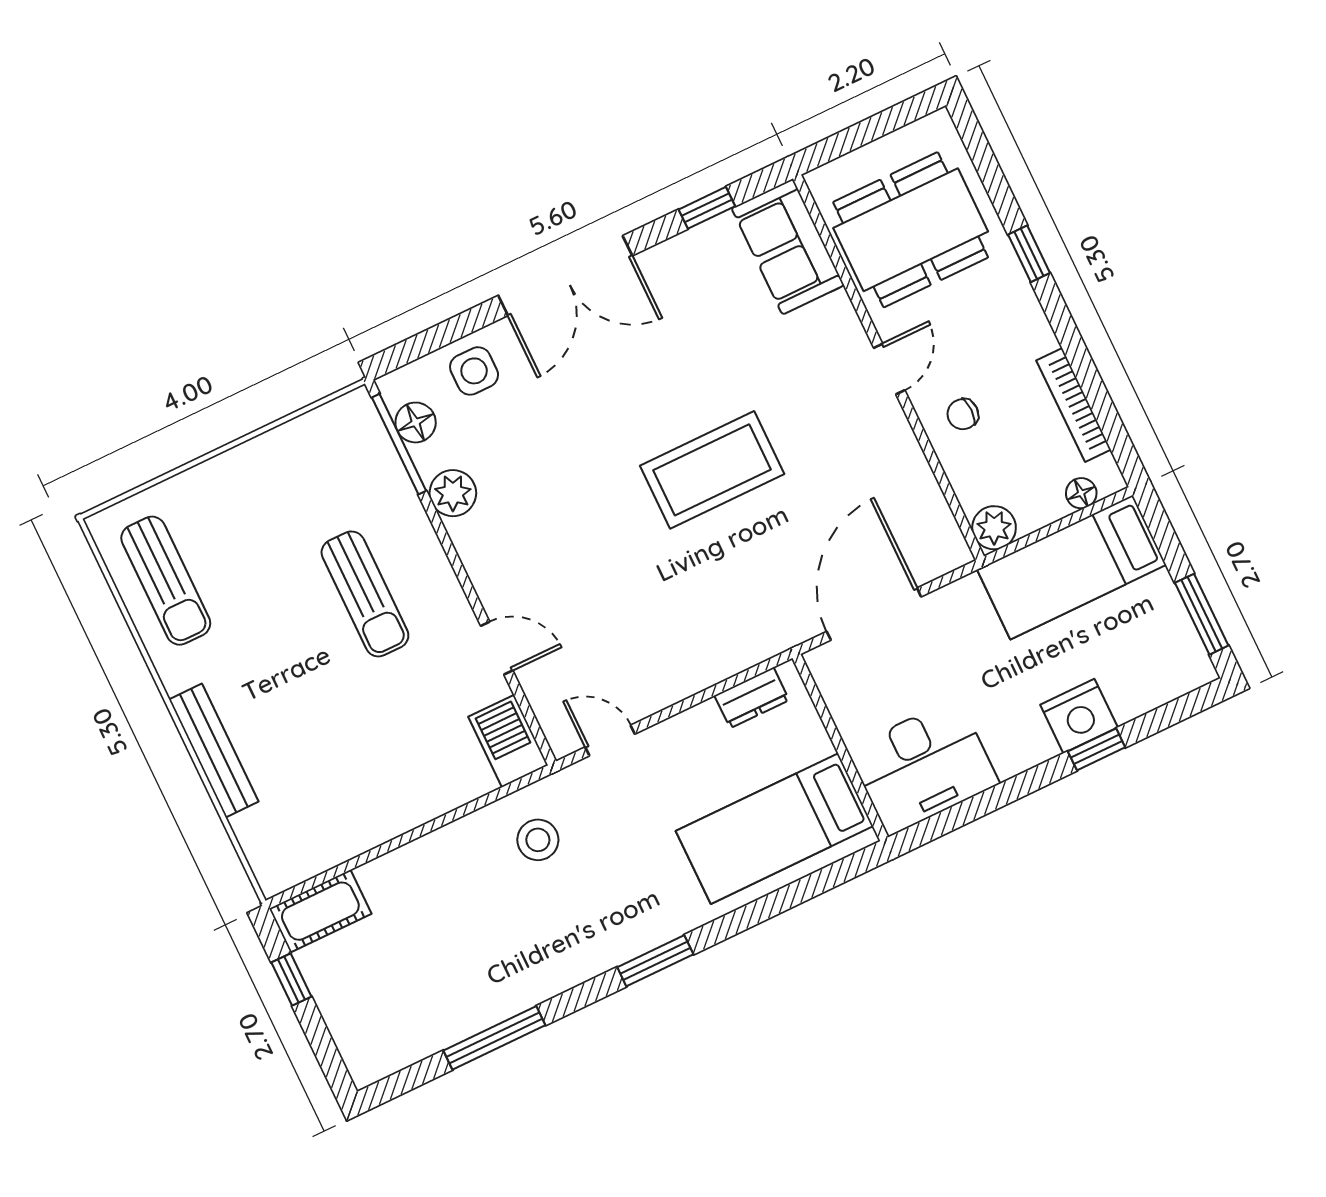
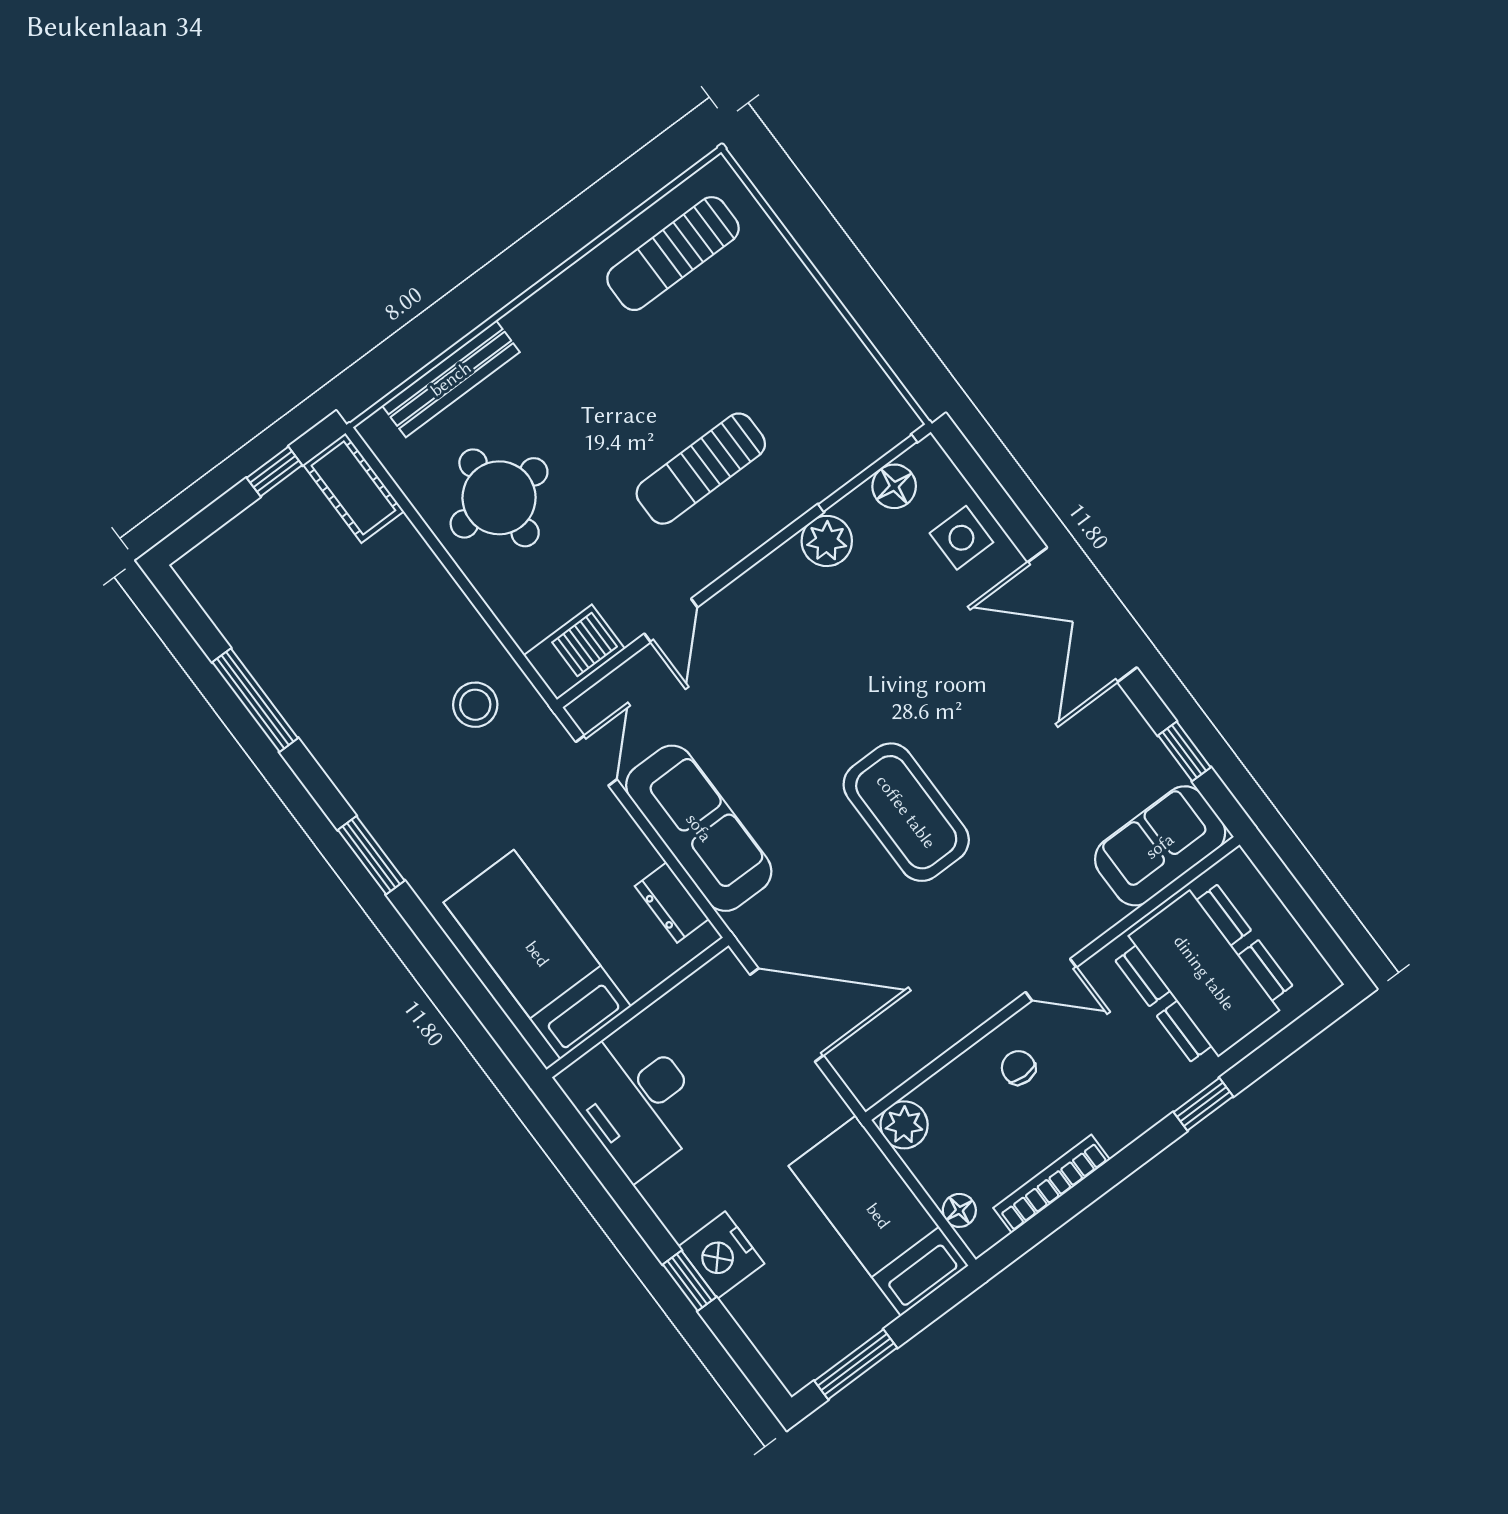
sofa: (689, 660) -> (699, 828), added
bench: (214, 750) -> (451, 379), moved
round table: (355, 781) -> (499, 498), added

